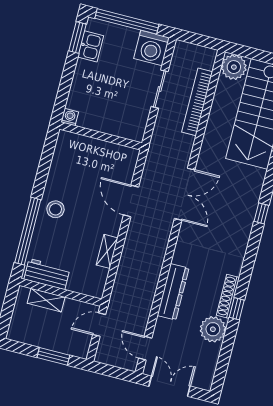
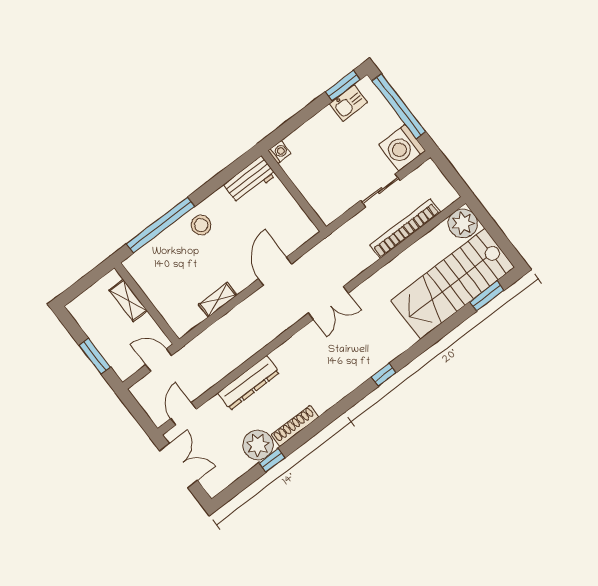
double door: (185, 194) -> (328, 303), width x0.73
workbench: (47, 274) -> (250, 180), moved, turned 90
window: (237, 309) -> (272, 460), moved

